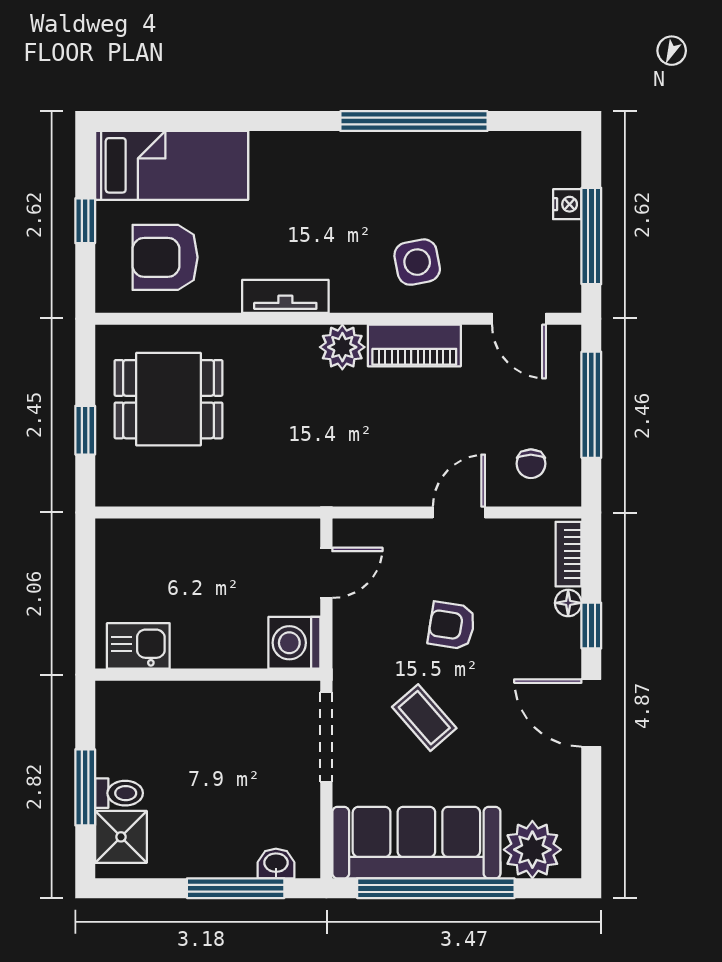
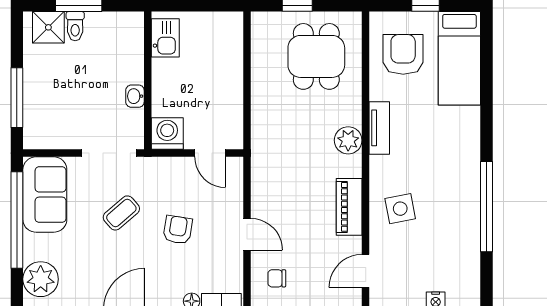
plant: (342, 347) -> (348, 140), moved
sofa: (416, 843) -> (45, 195), width x0.73
washbasin: (276, 864) -> (135, 96), moved, turned 180

